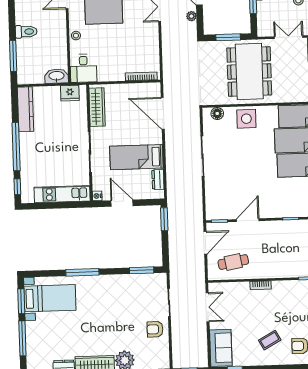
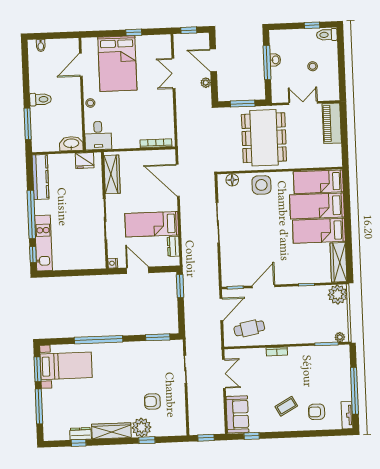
kitchen unit: (62, 194) -> (43, 243), moved, turned 90
window: (82, 272) -> (98, 340), width x1.46
armchair: (155, 329) -> (152, 401), moved

